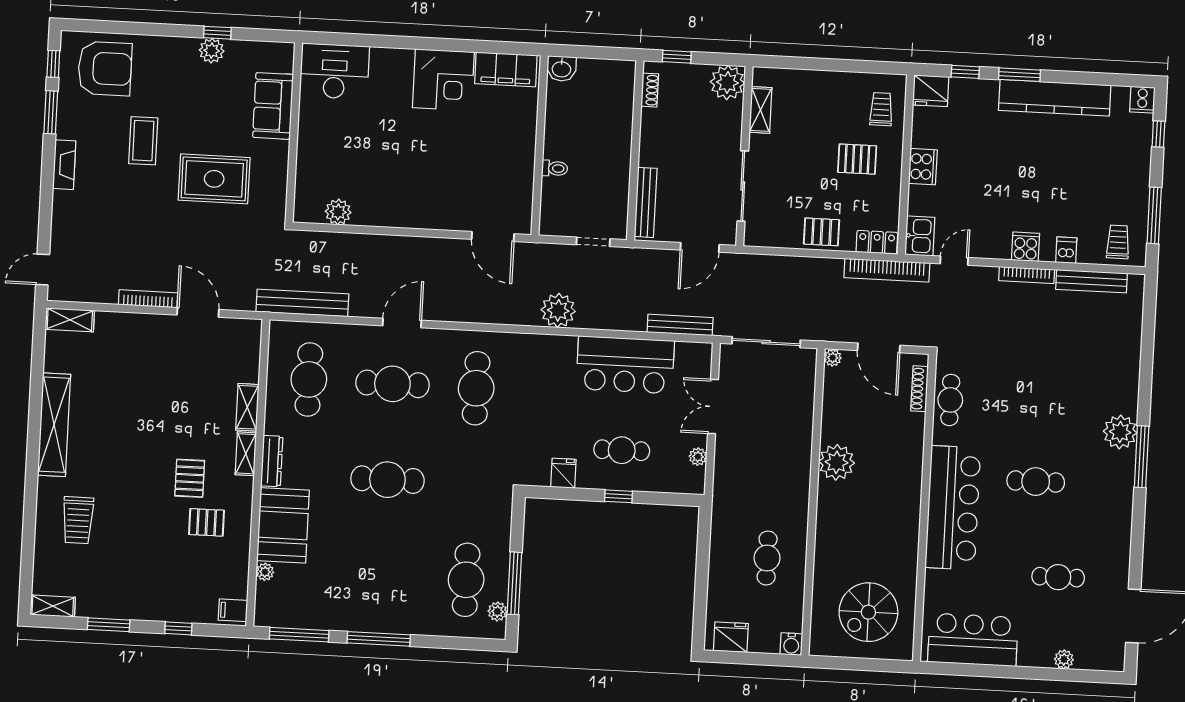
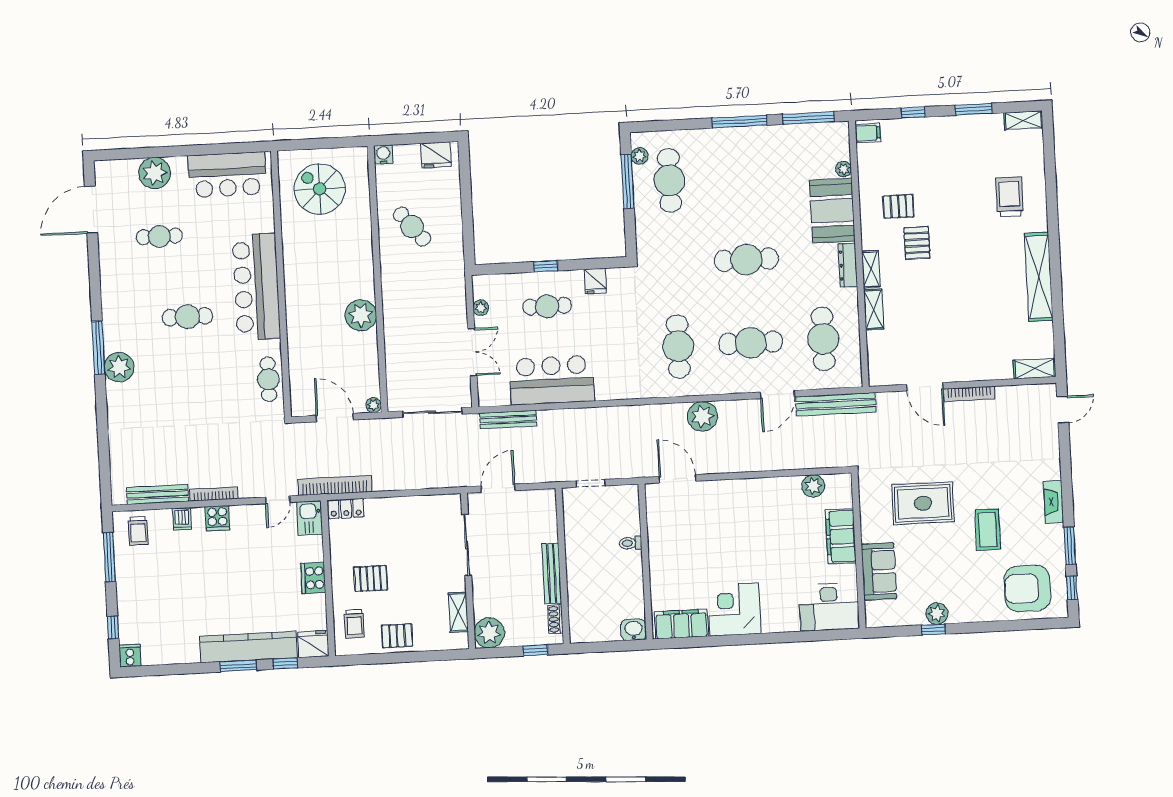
kitchen counter: (1055, 98) -> (249, 647), moved
filing cabinet: (313, 151) -> (841, 536), added
bench: (646, 202) -> (552, 573), moved
pallet: (822, 232) -> (397, 636), moved
plant: (558, 310) -> (702, 416), moved
door: (402, 323) -> (777, 394), moved
shoe rack: (920, 389) -> (296, 386), removed
cafe table: (767, 558) -> (412, 226), turned -39
spiral stairs: (868, 612) -> (320, 189), turned -90
plant: (1064, 659) -> (155, 173), width x1.88, depth x1.88

